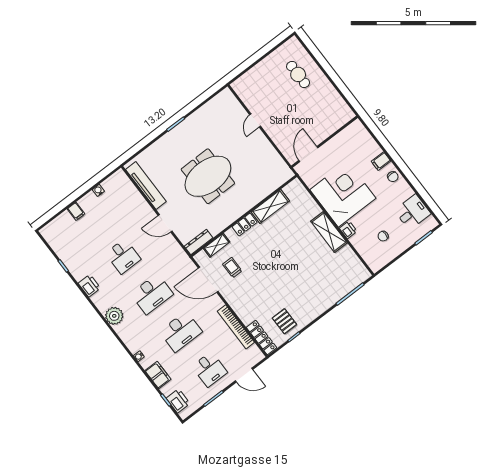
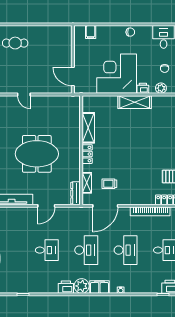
filing cabinet: (381, 161) -> (91, 32), moved
meeting table: (208, 176) -> (37, 154), turned 90
plant: (362, 247) -> (161, 88), added
printer: (89, 286) -> (66, 287), moved
filing cabinet: (158, 375) -> (99, 287), moved

